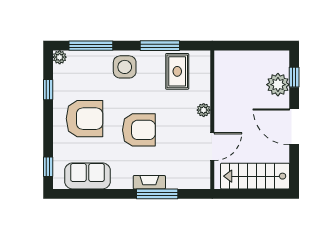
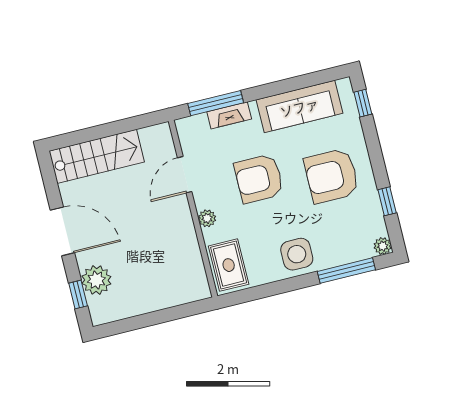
window: (160, 46) -> (259, 292), removed
plant: (204, 110) -> (207, 218), moved
wall: (212, 120) -> (193, 209), moved
door: (212, 146) -> (185, 175), moved
sofa: (87, 176) -> (299, 107), width x1.36

